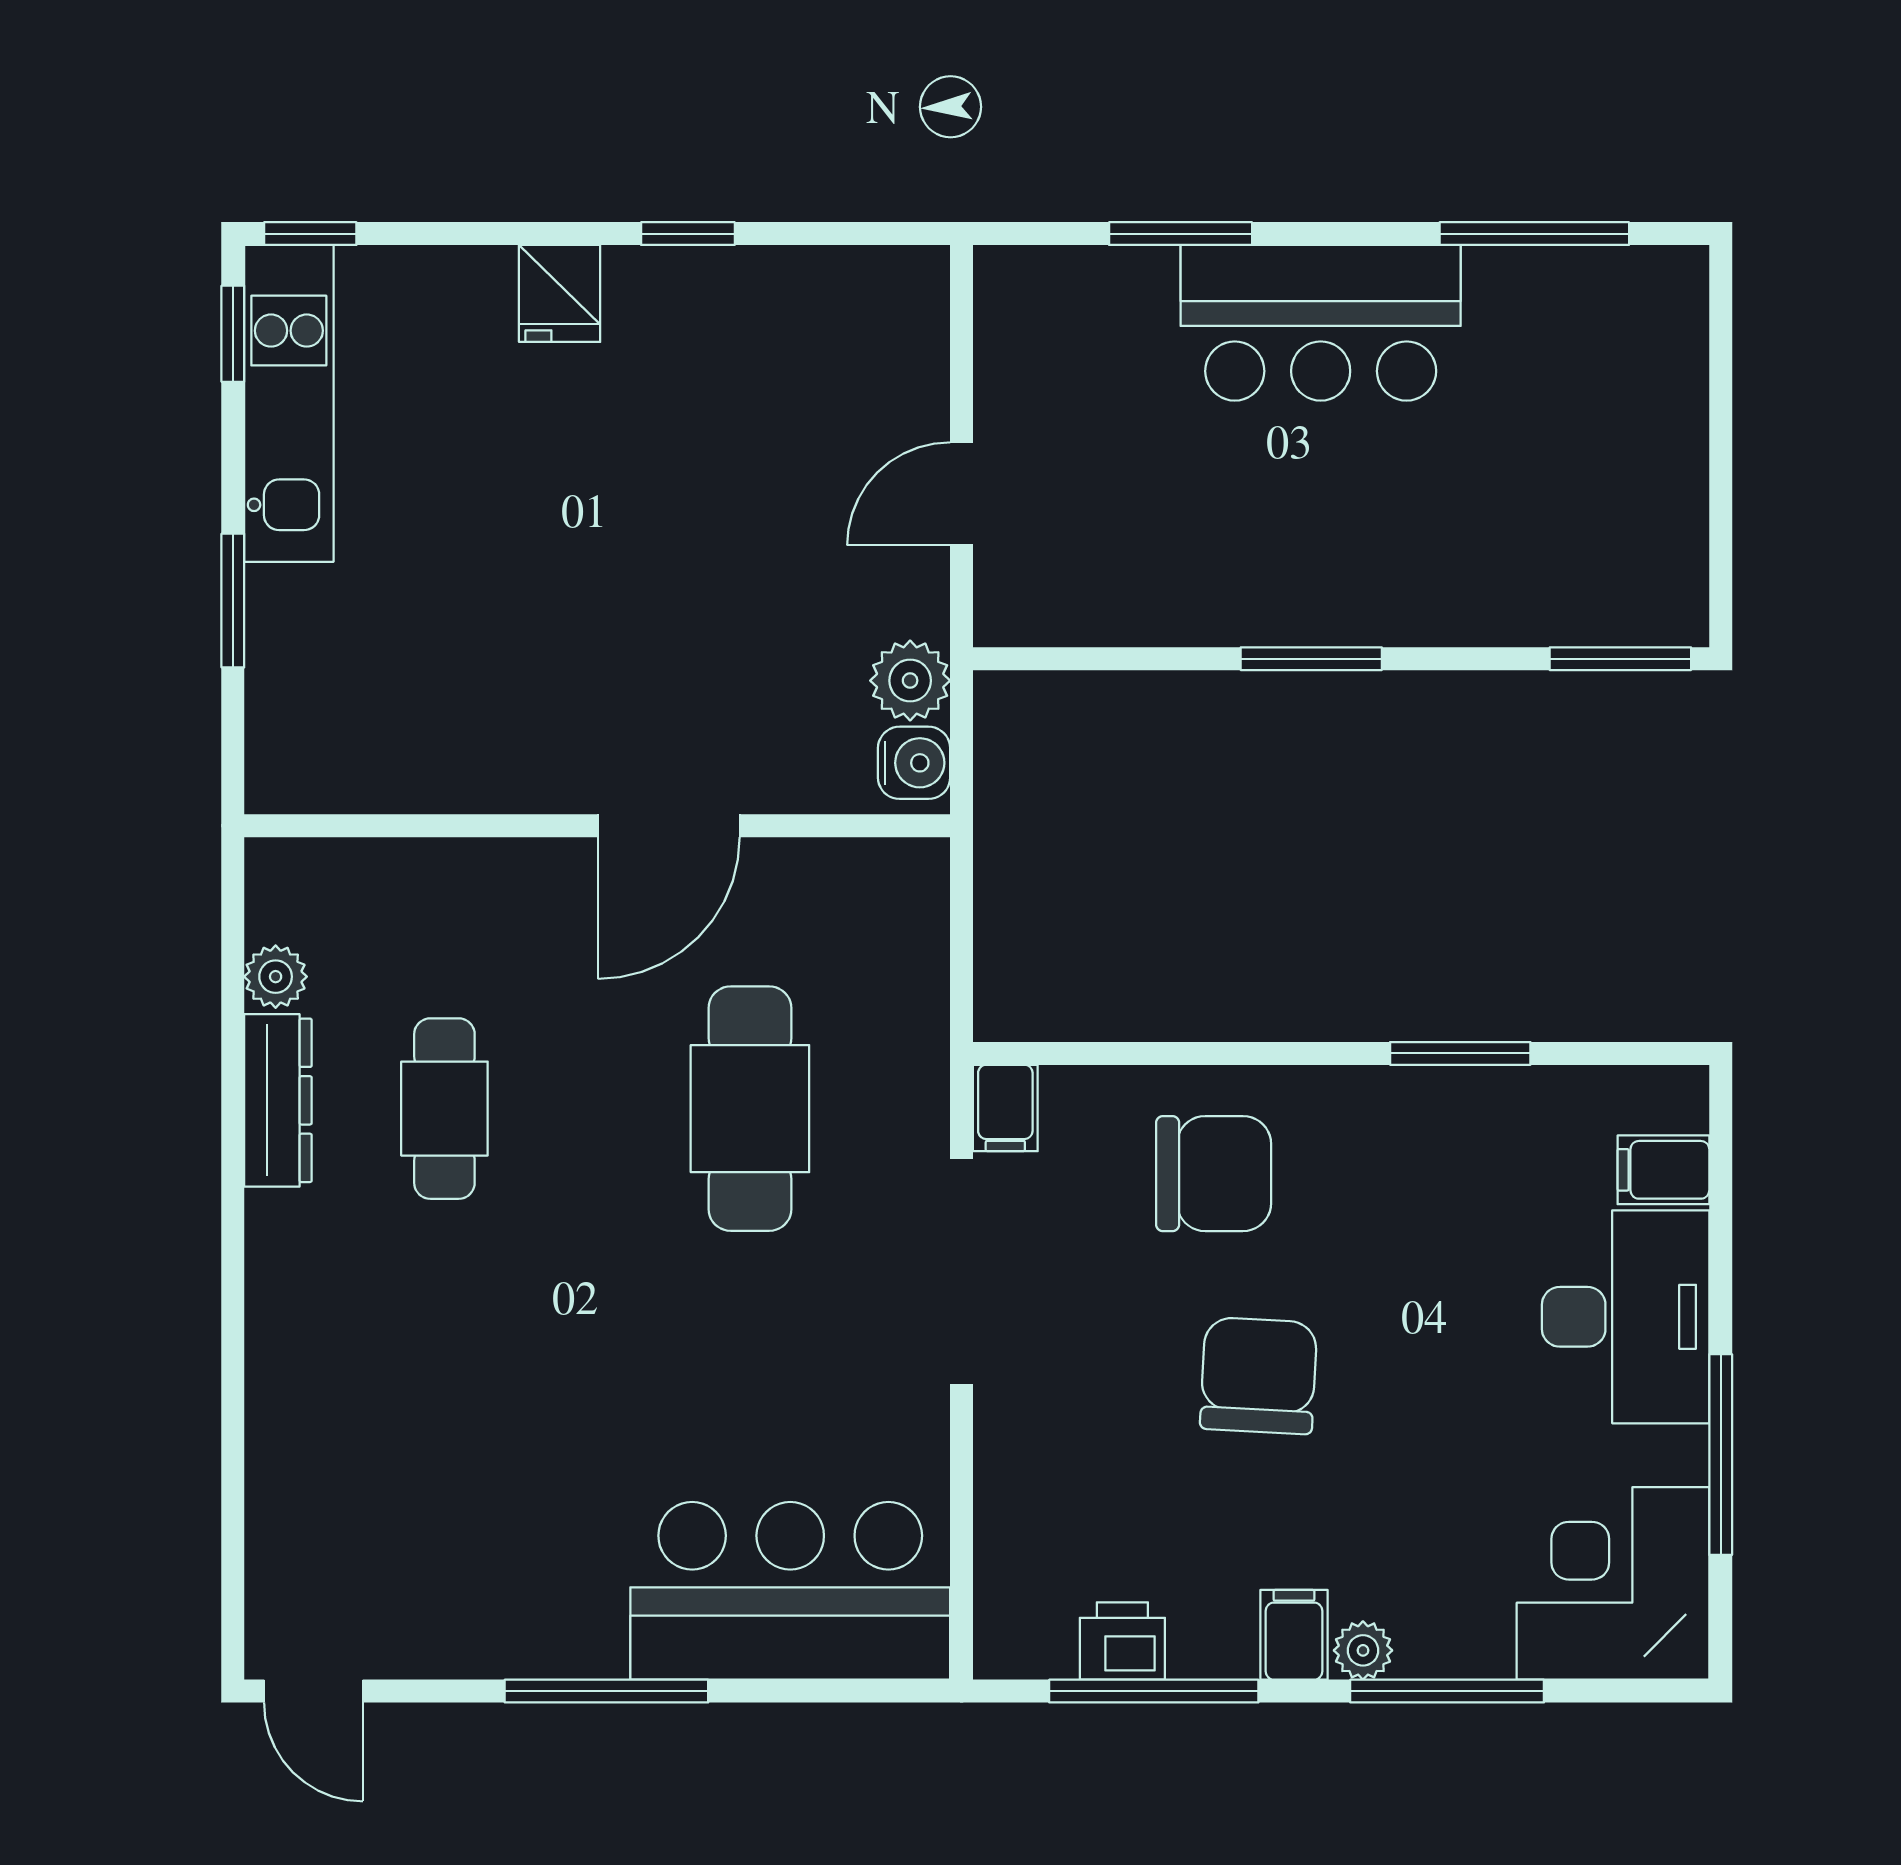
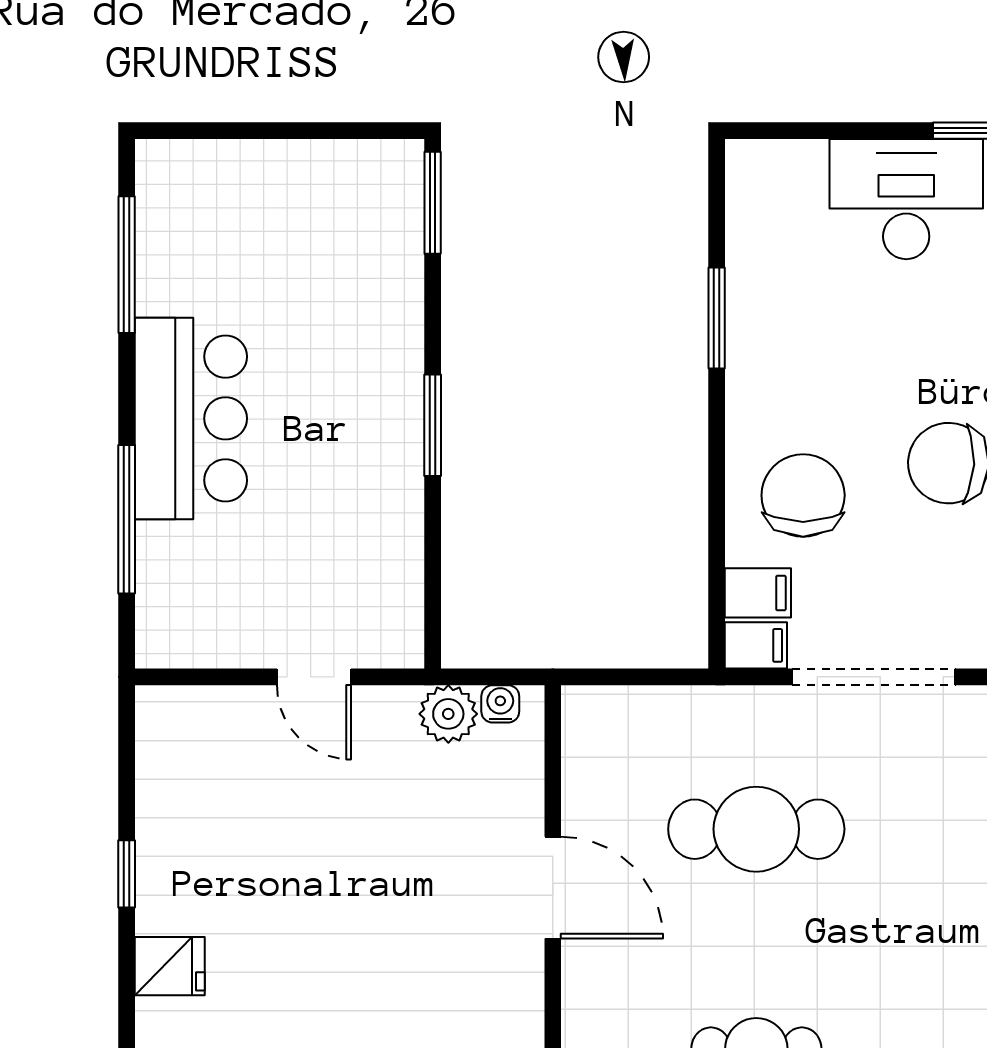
window: (1181, 234) -> (127, 519), width x1.44
water cooler: (914, 763) -> (500, 704), width x0.72, depth x0.72
filing cabinet: (1663, 1170) -> (758, 593), moved, turned -90

